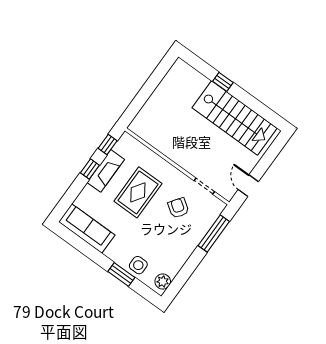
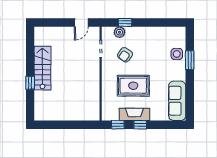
stairs: (235, 118) -> (42, 68), width x0.73, depth x0.66
window: (214, 234) -> (125, 22), width x0.46
plant: (163, 282) -> (120, 32), moved

